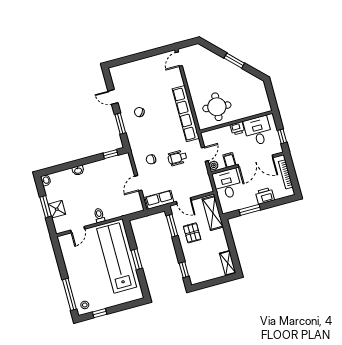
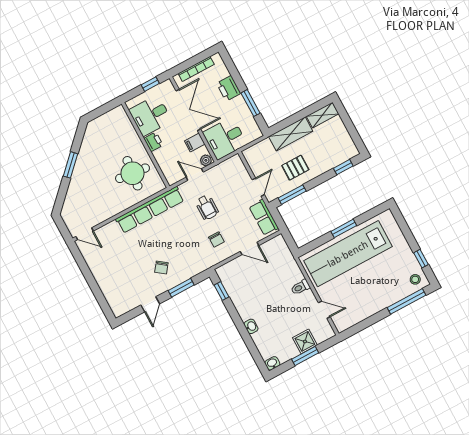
shelving: (213, 213) -> (291, 134), moved

